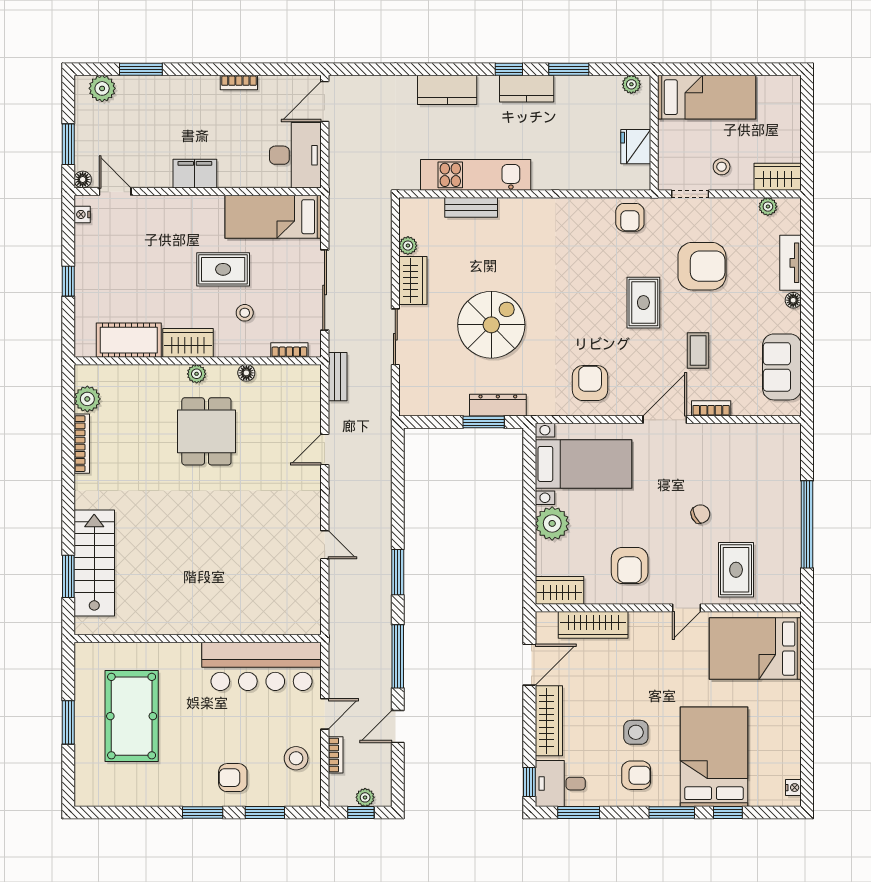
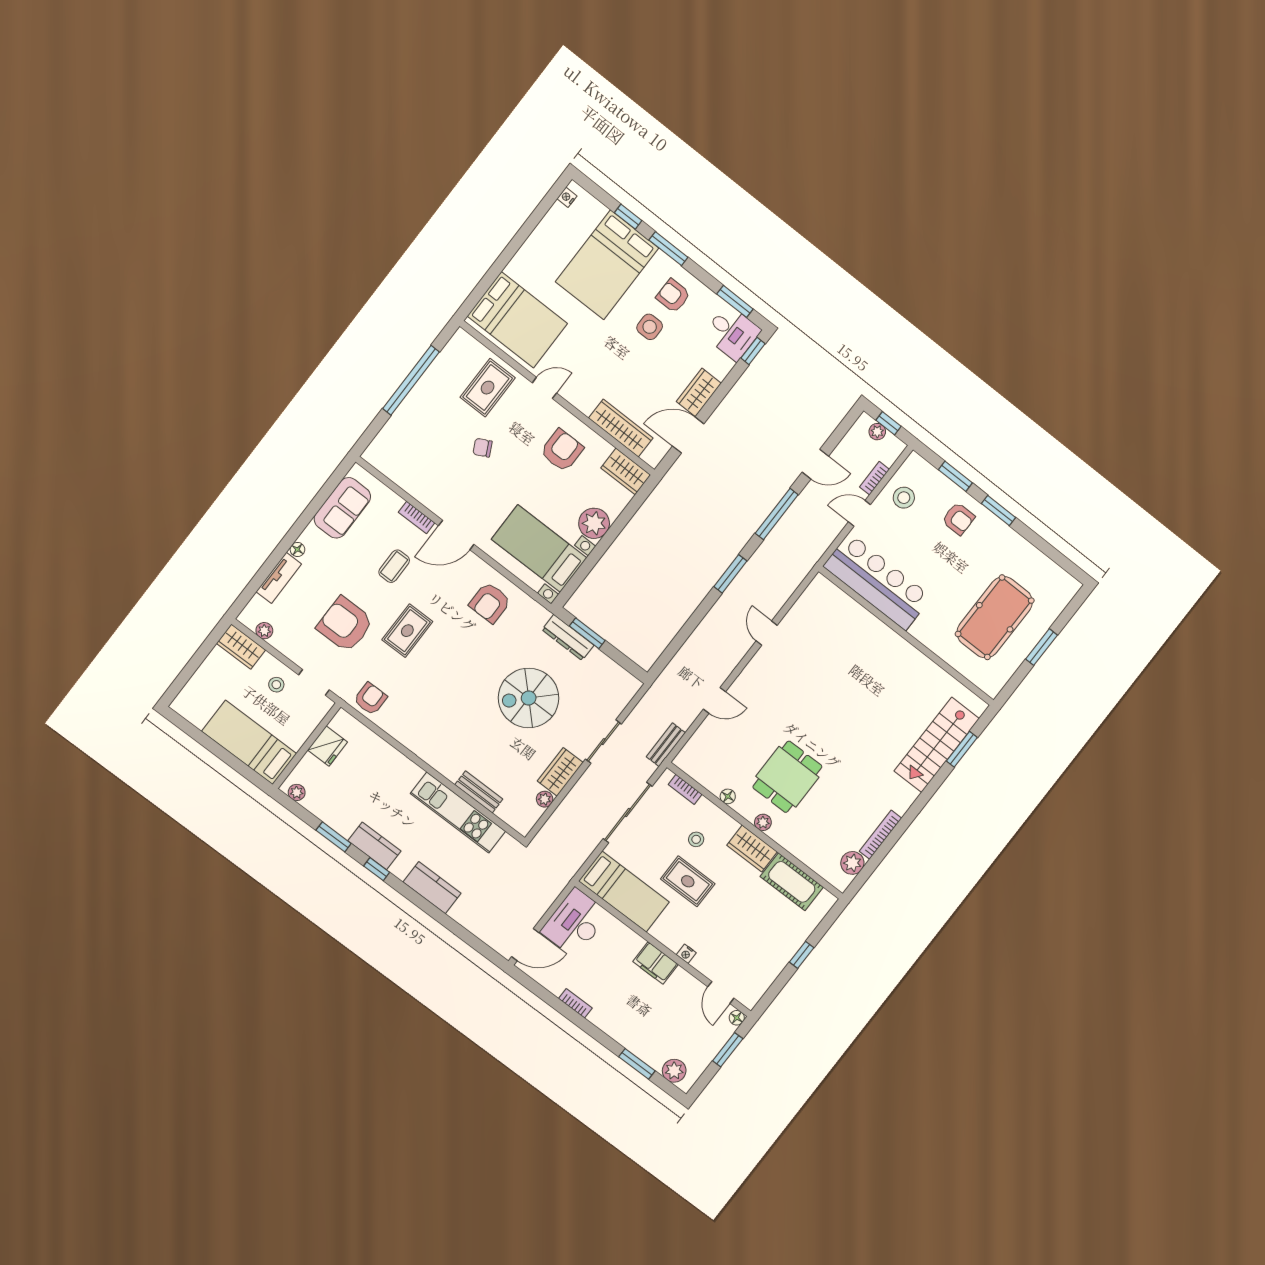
nightstand: (82, 214) -> (686, 954), moved, turned 90
wardrobe: (549, 721) -> (699, 392), width x0.67

